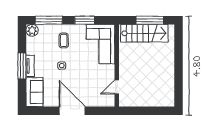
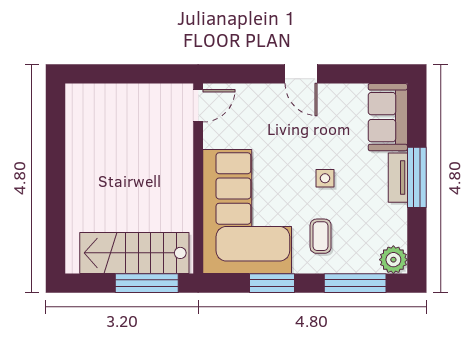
window: (150, 20) -> (147, 283), moved
corner sofa: (101, 44) -> (247, 211), width x1.36, depth x1.36
door: (117, 87) -> (198, 106), moved
door: (72, 111) -> (301, 74), width x0.53

